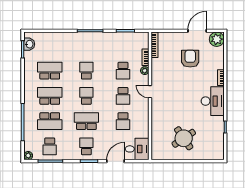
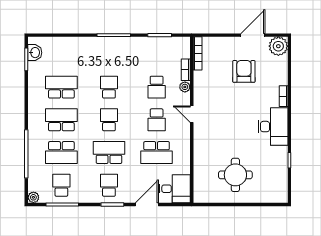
school desk: (123, 121) -> (157, 153), width x1.85
round table: (184, 138) -> (235, 175), turned 34
school desk: (50, 146) -> (61, 185), turned 180

